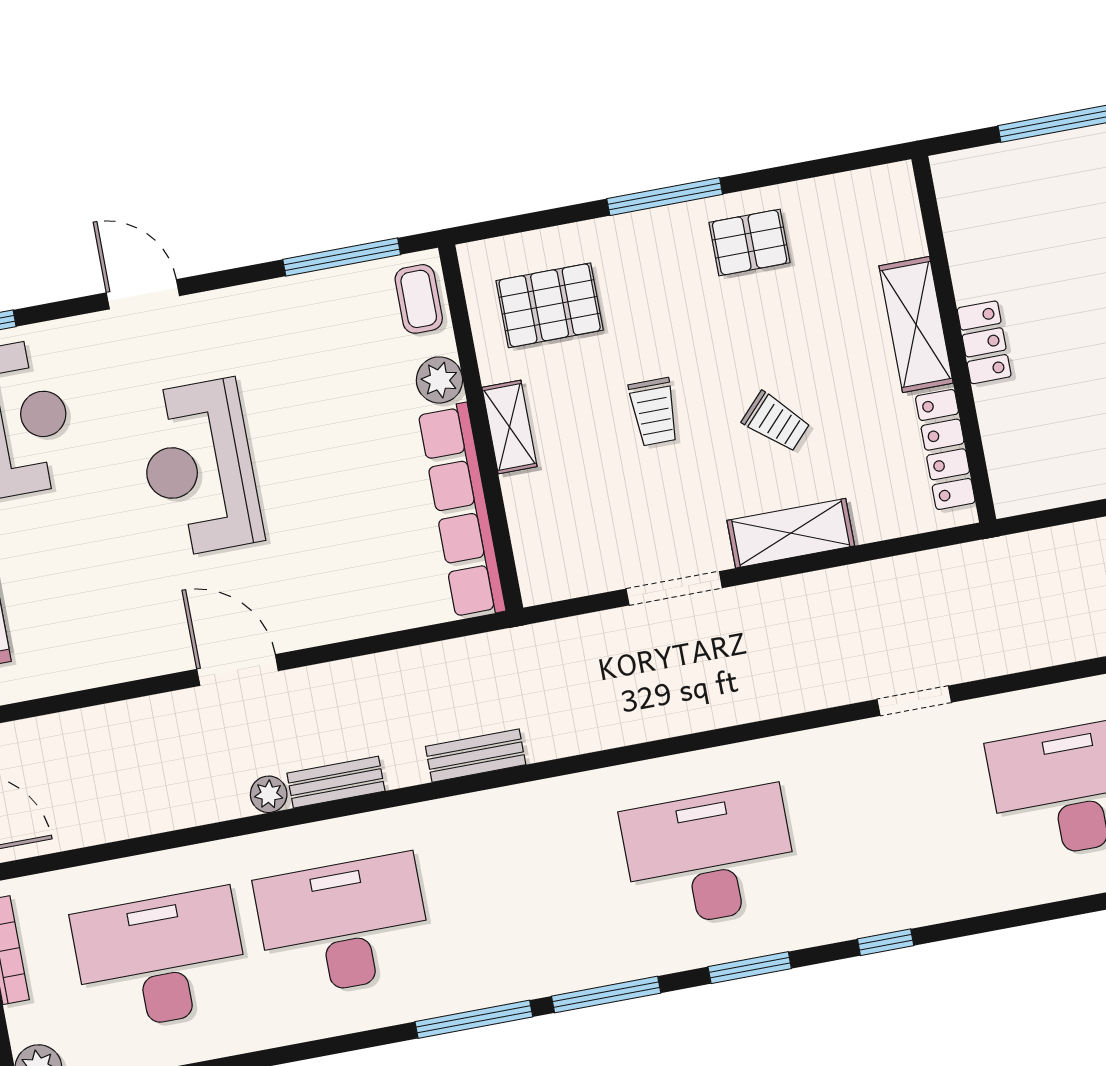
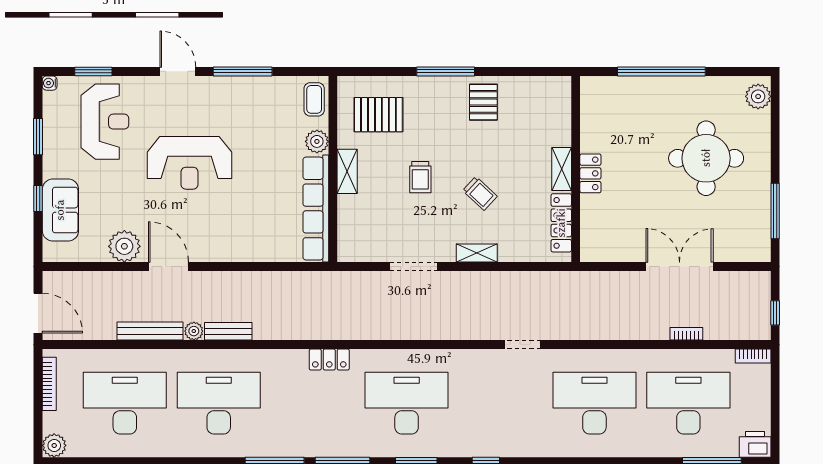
pallet: (750, 242) -> (483, 102), turned 90
window: (342, 257) -> (243, 71), moved
shelving: (916, 324) -> (562, 169), width x0.67, depth x0.75
reception desk: (199, 468) -> (189, 163), turned -90
shelving: (791, 533) -> (477, 253), width x0.67, depth x0.75
plant: (103, 654) -> (124, 246), added
door: (238, 670) -> (168, 267), moved
bench: (476, 756) -> (150, 331), moved, width x1.36
locker: (543, 800) -> (329, 360), added

